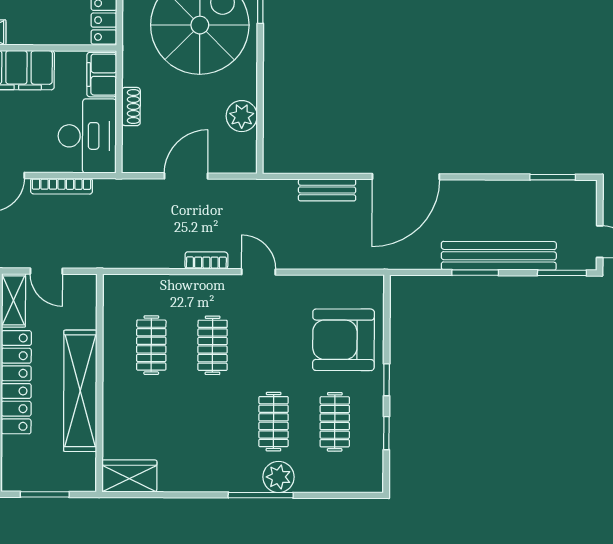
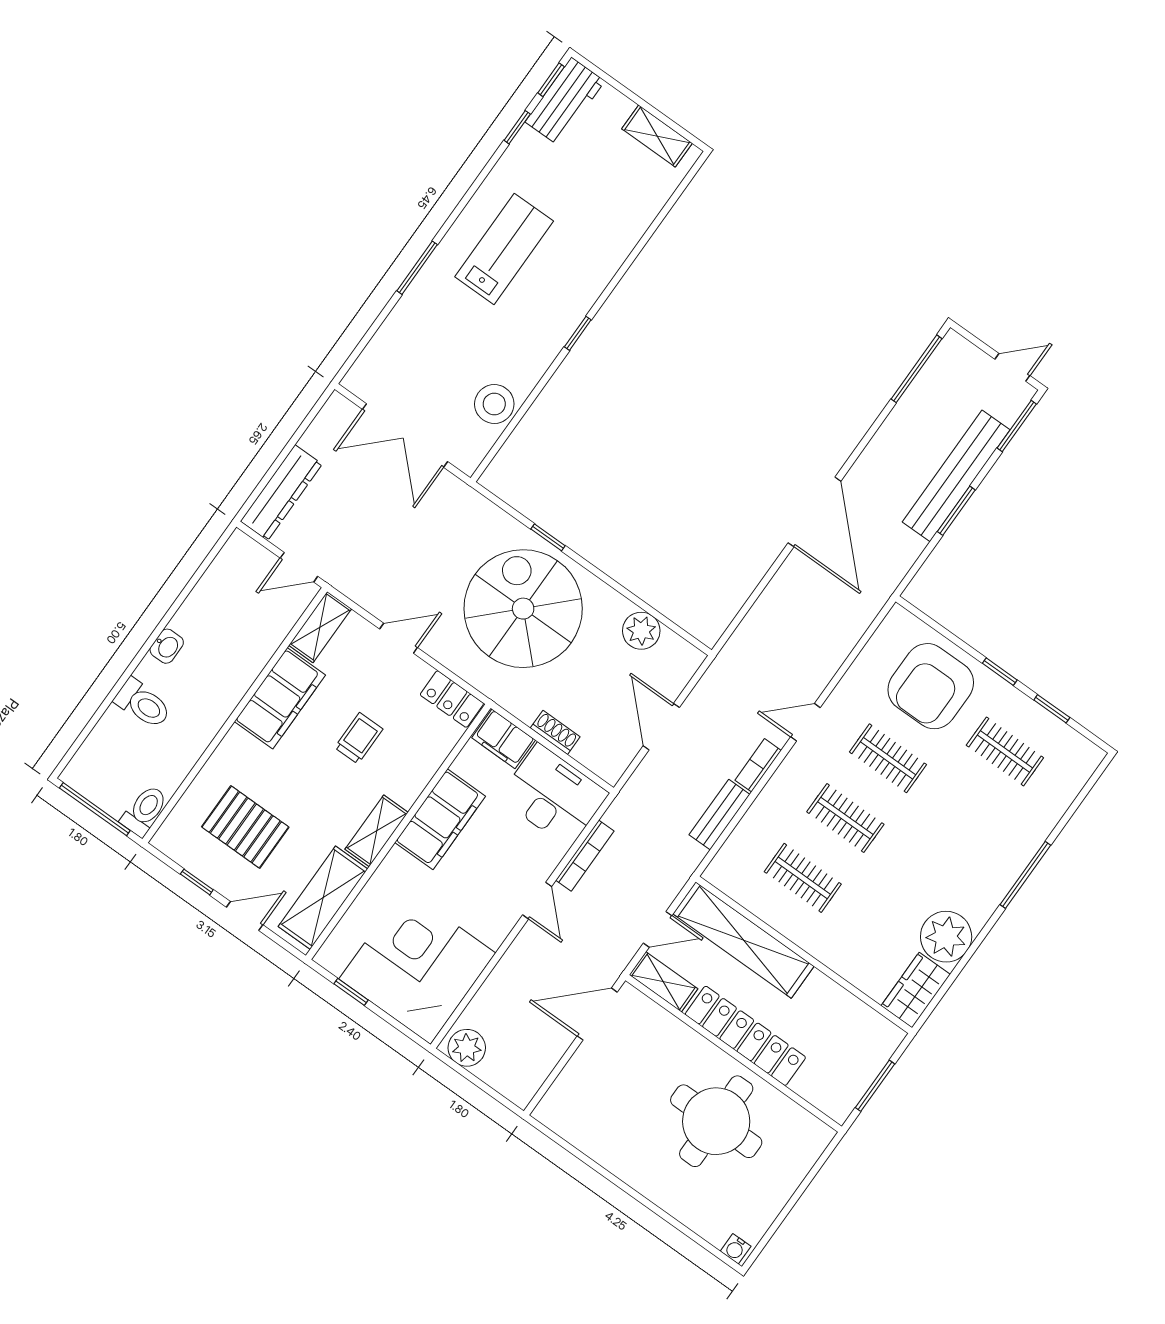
window: (553, 177) -> (917, 369), width x1.44
bench: (327, 190) -> (720, 815), moved
shelving: (80, 391) -> (743, 940), moved
clothes rail: (274, 422) -> (888, 758), moved
plant: (279, 477) -> (946, 937), moved, width x1.36, depth x1.36

